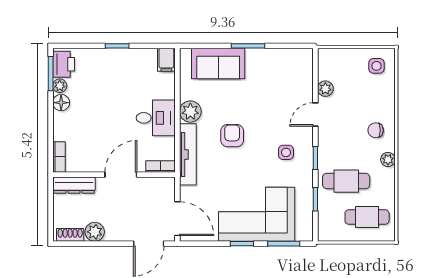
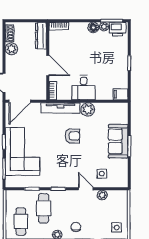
sofa: (218, 63) -> (118, 141), moved
side table: (286, 152) -> (102, 174), moved

